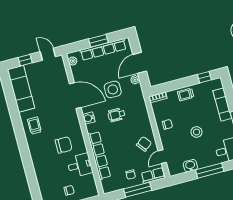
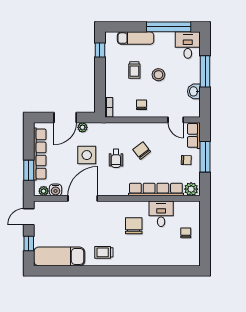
window: (98, 41) -> (29, 170), moved
door: (140, 63) -> (65, 117), hinge flipped
trolley: (186, 94) -> (134, 70), moved
water cooler: (89, 118) -> (56, 190), moved
chair: (144, 144) -> (142, 151), moved
plant: (107, 185) -> (191, 189), added

